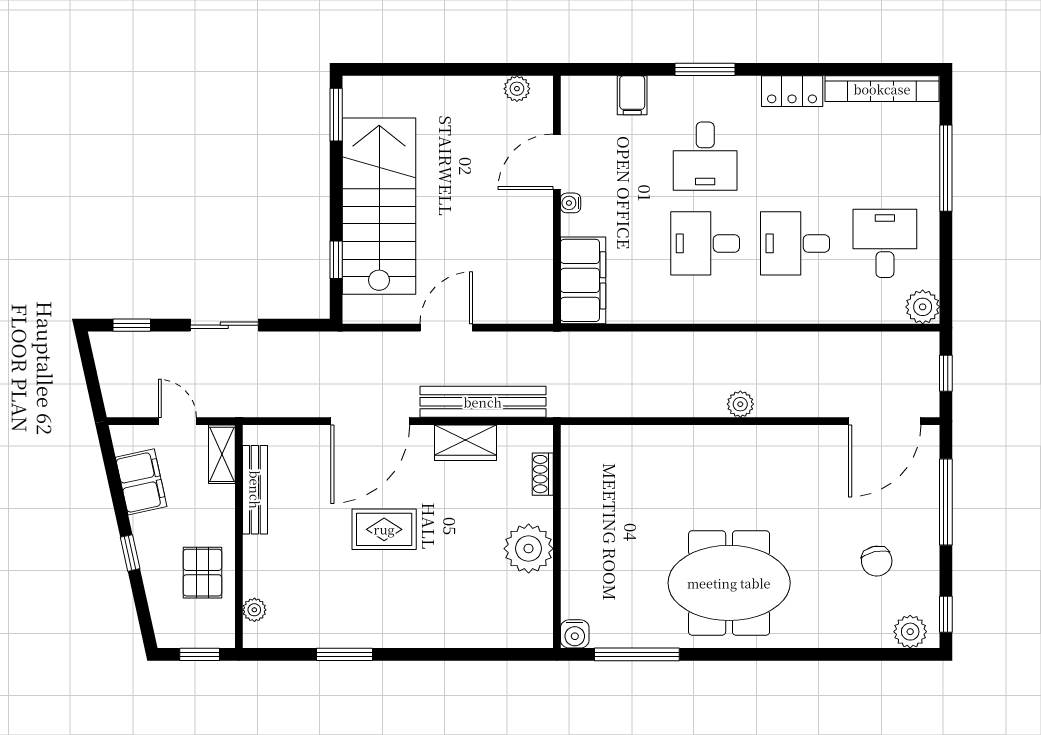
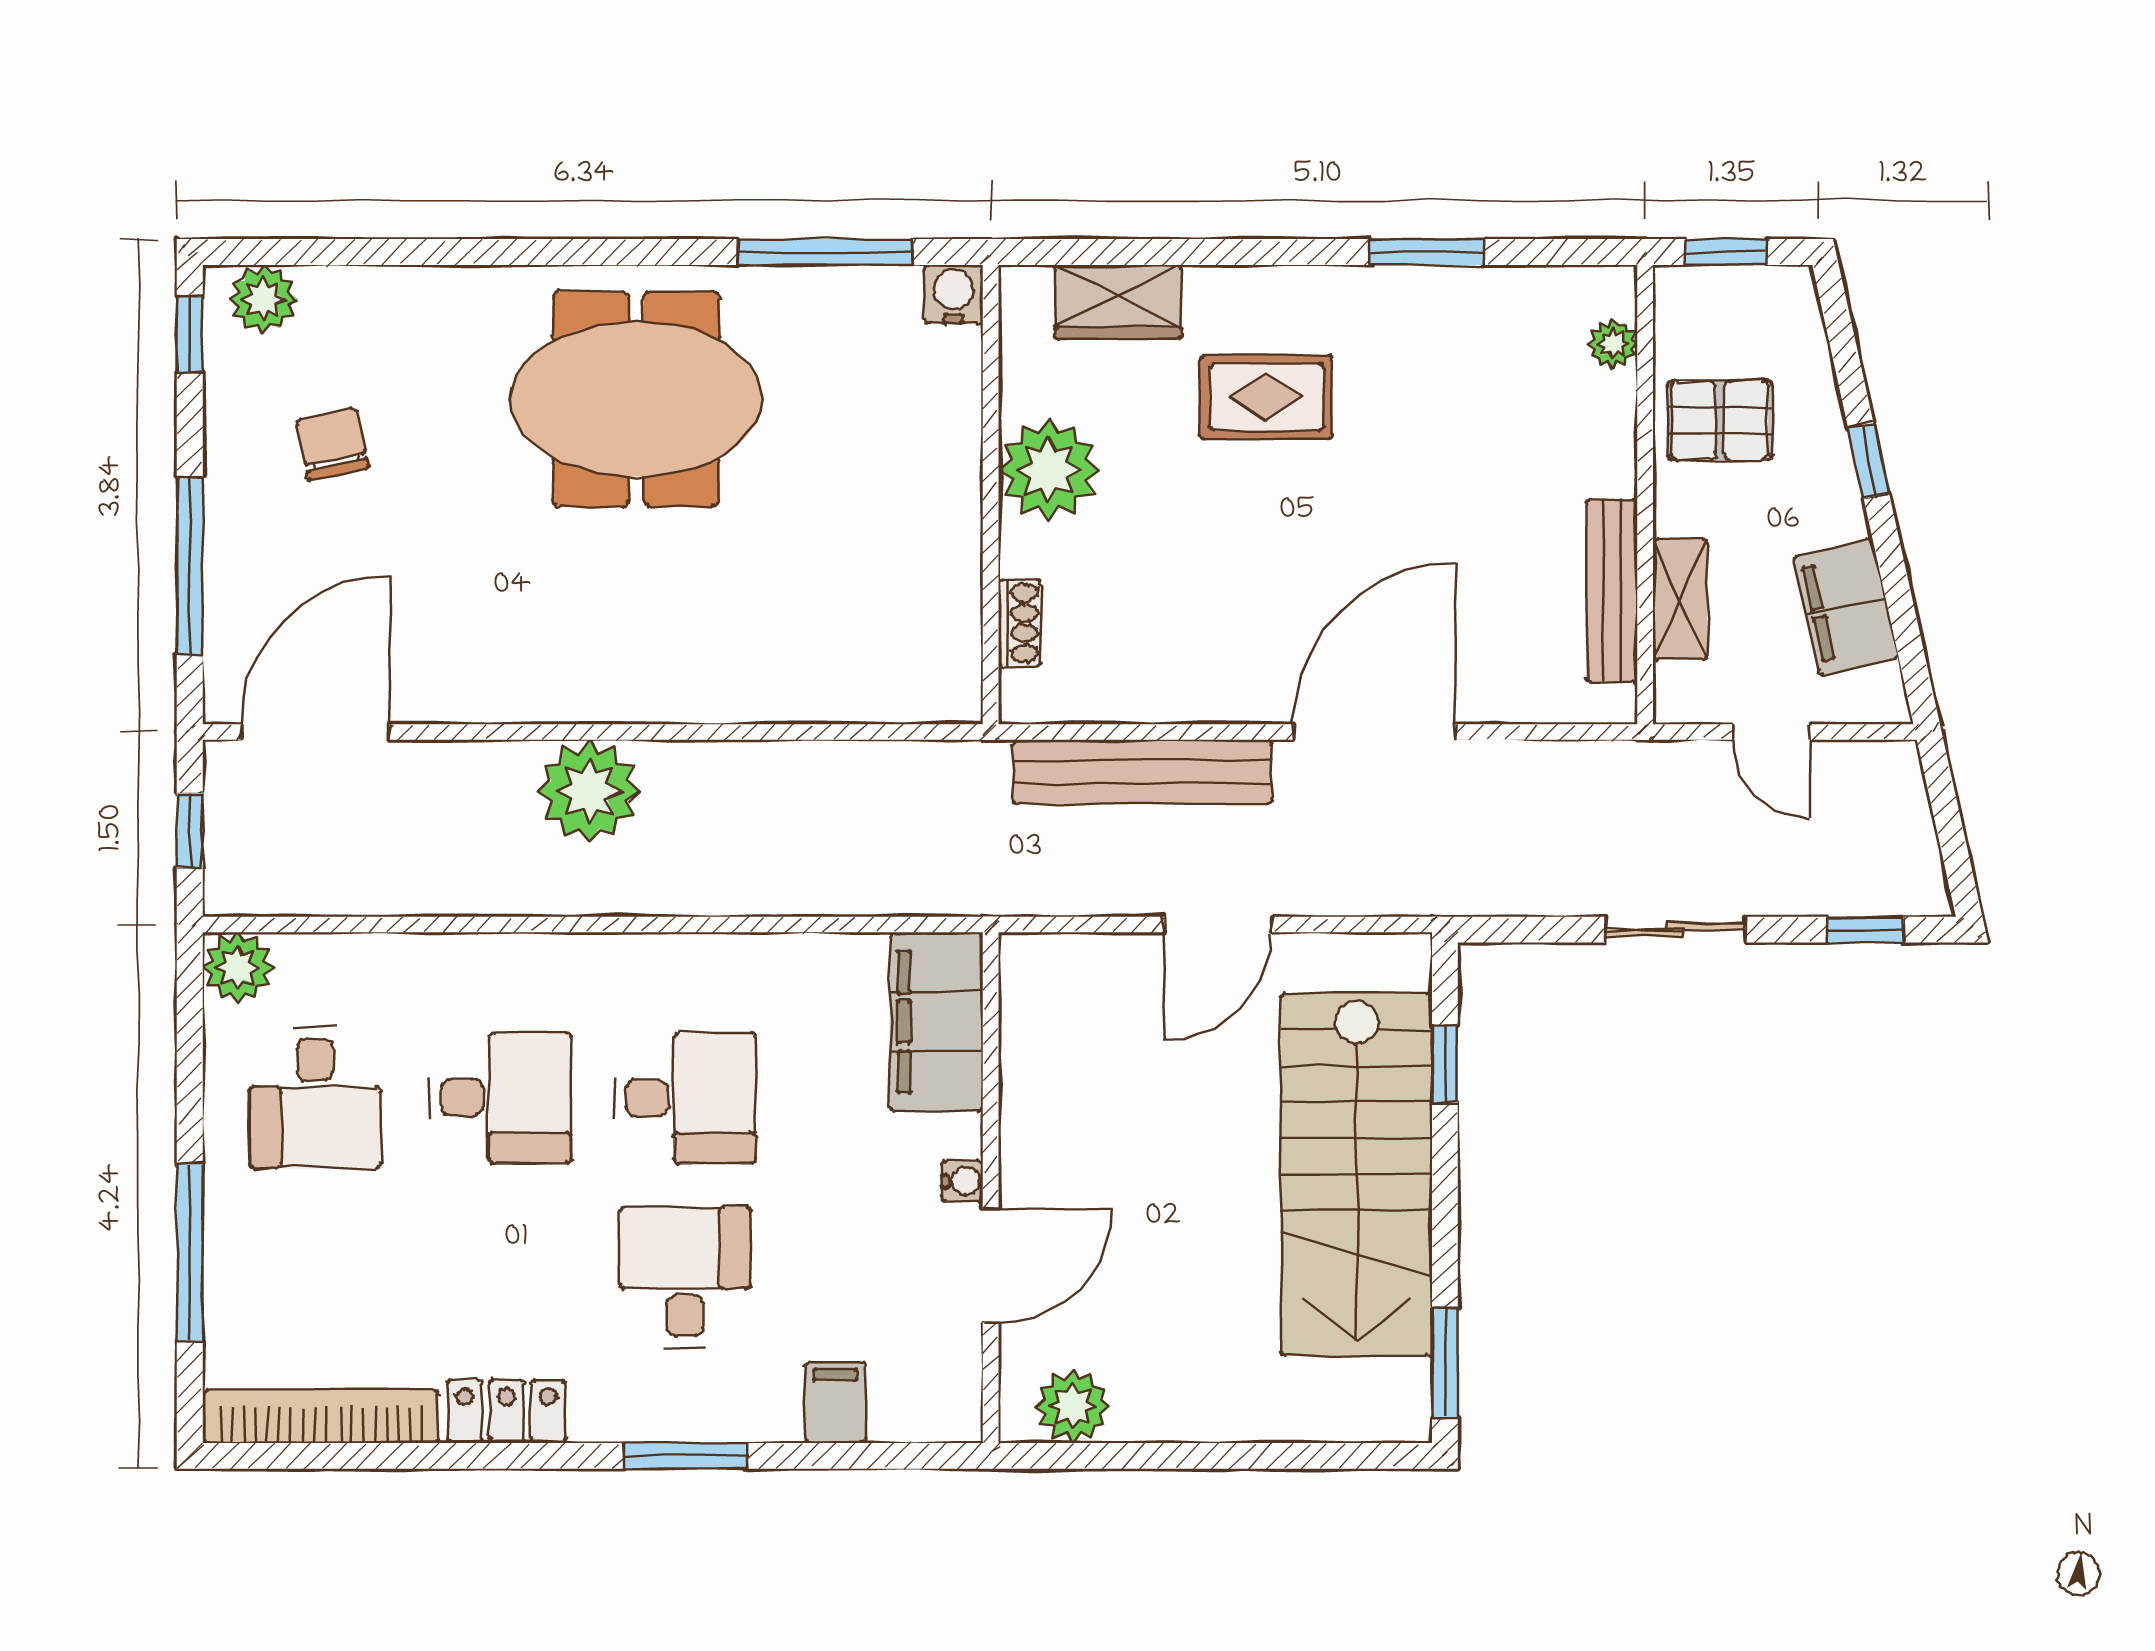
plant: (517, 89) -> (1073, 1406), width x1.38, depth x1.38
plant: (740, 404) -> (589, 791), width x1.88, depth x1.88
wardrobe: (465, 443) -> (1118, 302), moved, turned 180
shelving: (222, 454) -> (1680, 599), moved
rug: (384, 529) -> (1266, 397), moved
pallet: (202, 573) -> (1720, 420), turned 90

